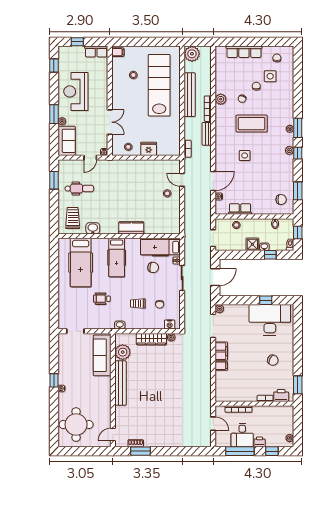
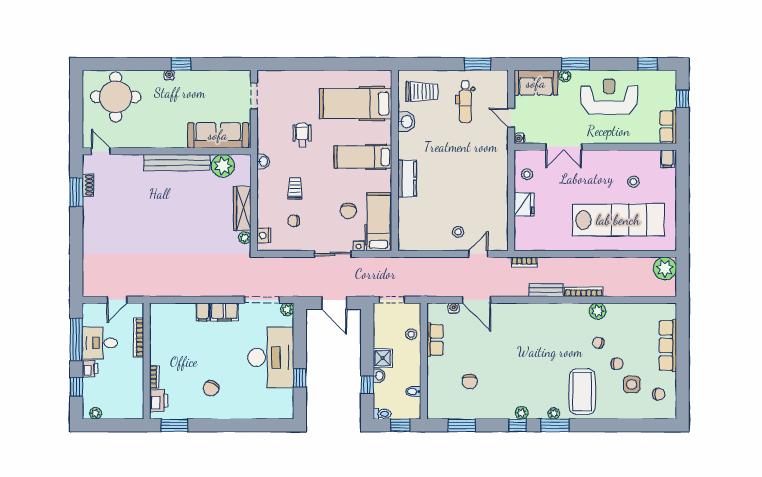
bench: (190, 95) -> (604, 265), removed
coffee table: (252, 124) -> (582, 392), moved
side table: (245, 156) -> (514, 347), removed
chair: (281, 200) -> (470, 382), moved
desk: (270, 320) -> (271, 357), moved

